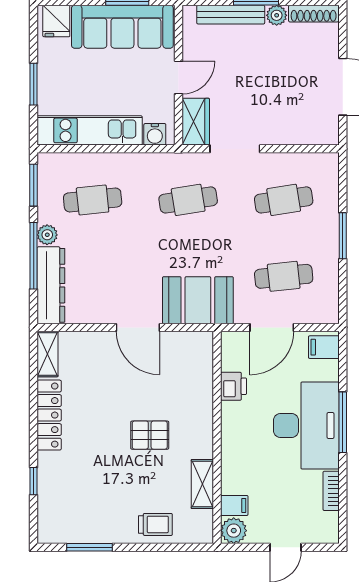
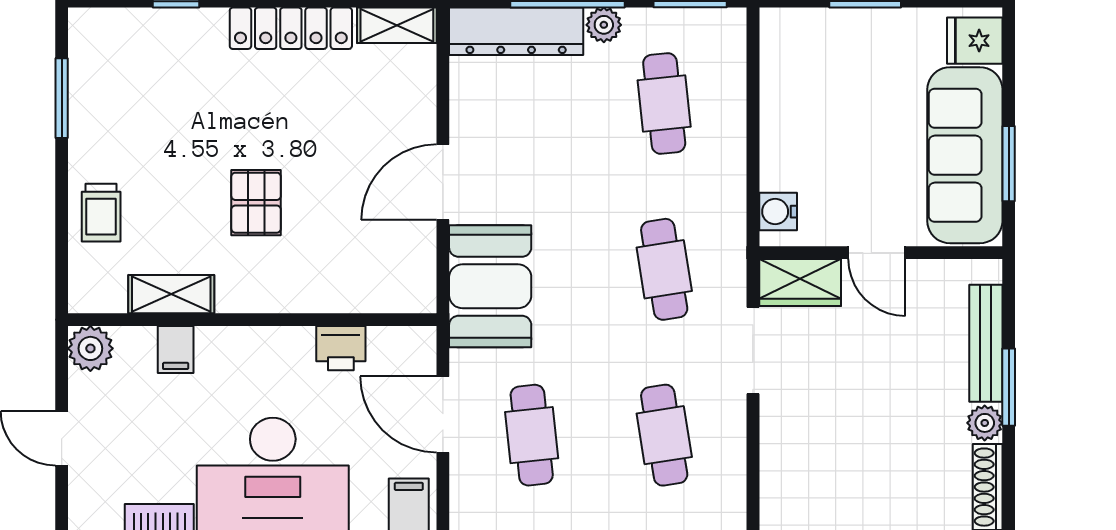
kitchen unit: (90, 130) -> (785, 98), removed
filing cabinet: (234, 505) -> (176, 349), moved

